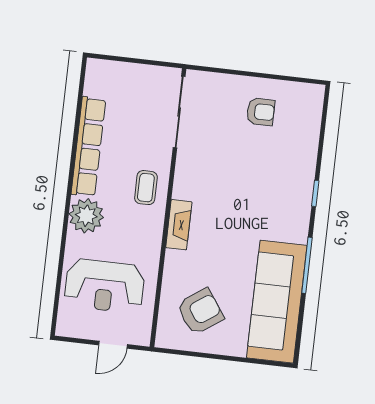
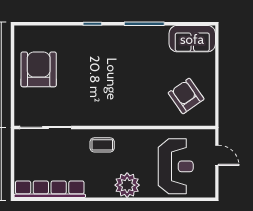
armchair: (261, 112) -> (39, 69), width x1.88, depth x1.88
row of seats: (88, 147) -> (50, 189), moved
fireplace: (179, 225) -> (126, 118), removed
sofa: (277, 302) -> (192, 39), width x0.54, depth x0.79

